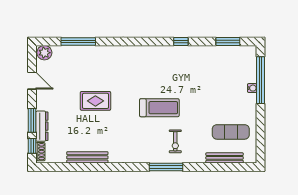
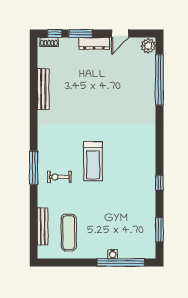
window: (78, 41) -> (159, 80), width x1.46
rug: (95, 101) -> (100, 97), removed
dresser: (42, 126) -> (94, 43), moved

